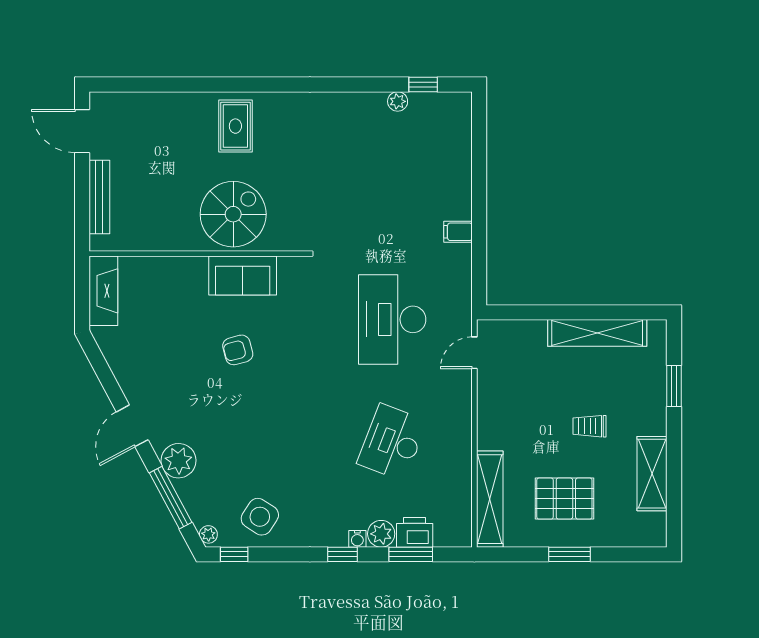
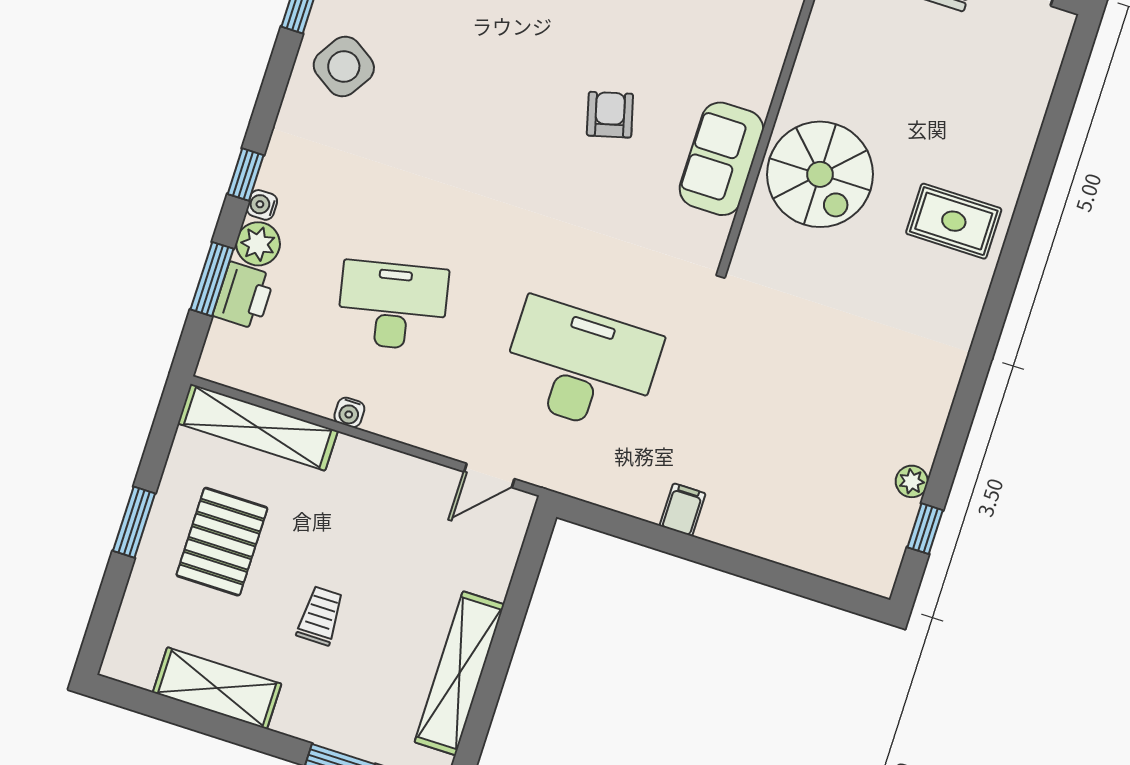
door: (474, 353) -> (489, 475), swing flipped
desk: (392, 442) -> (393, 306), turned -33
water cooler: (464, 448) -> (349, 412), added

